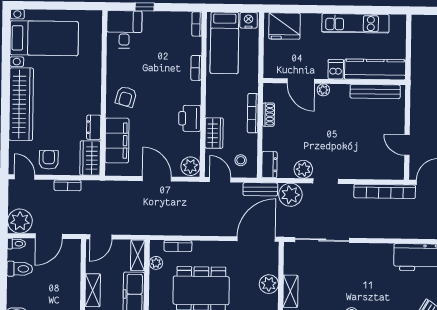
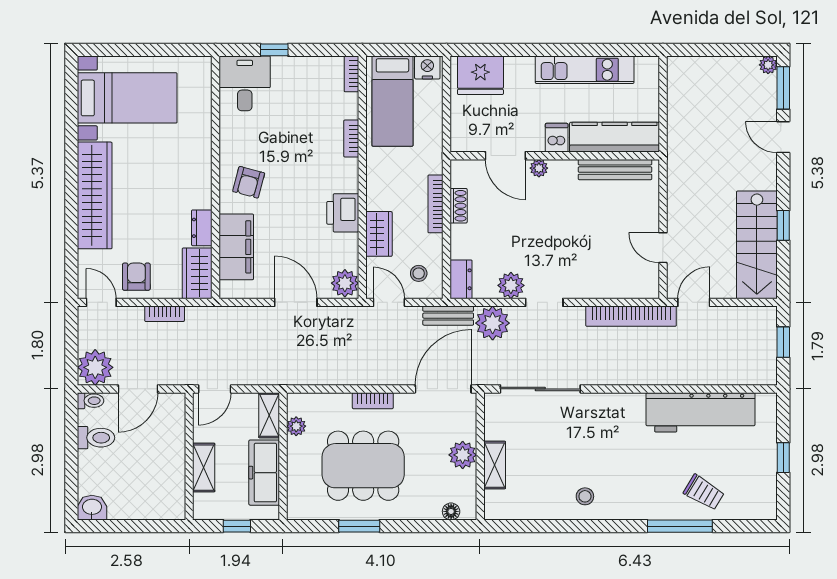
bookcase: (178, 246) -> (373, 401), moved

